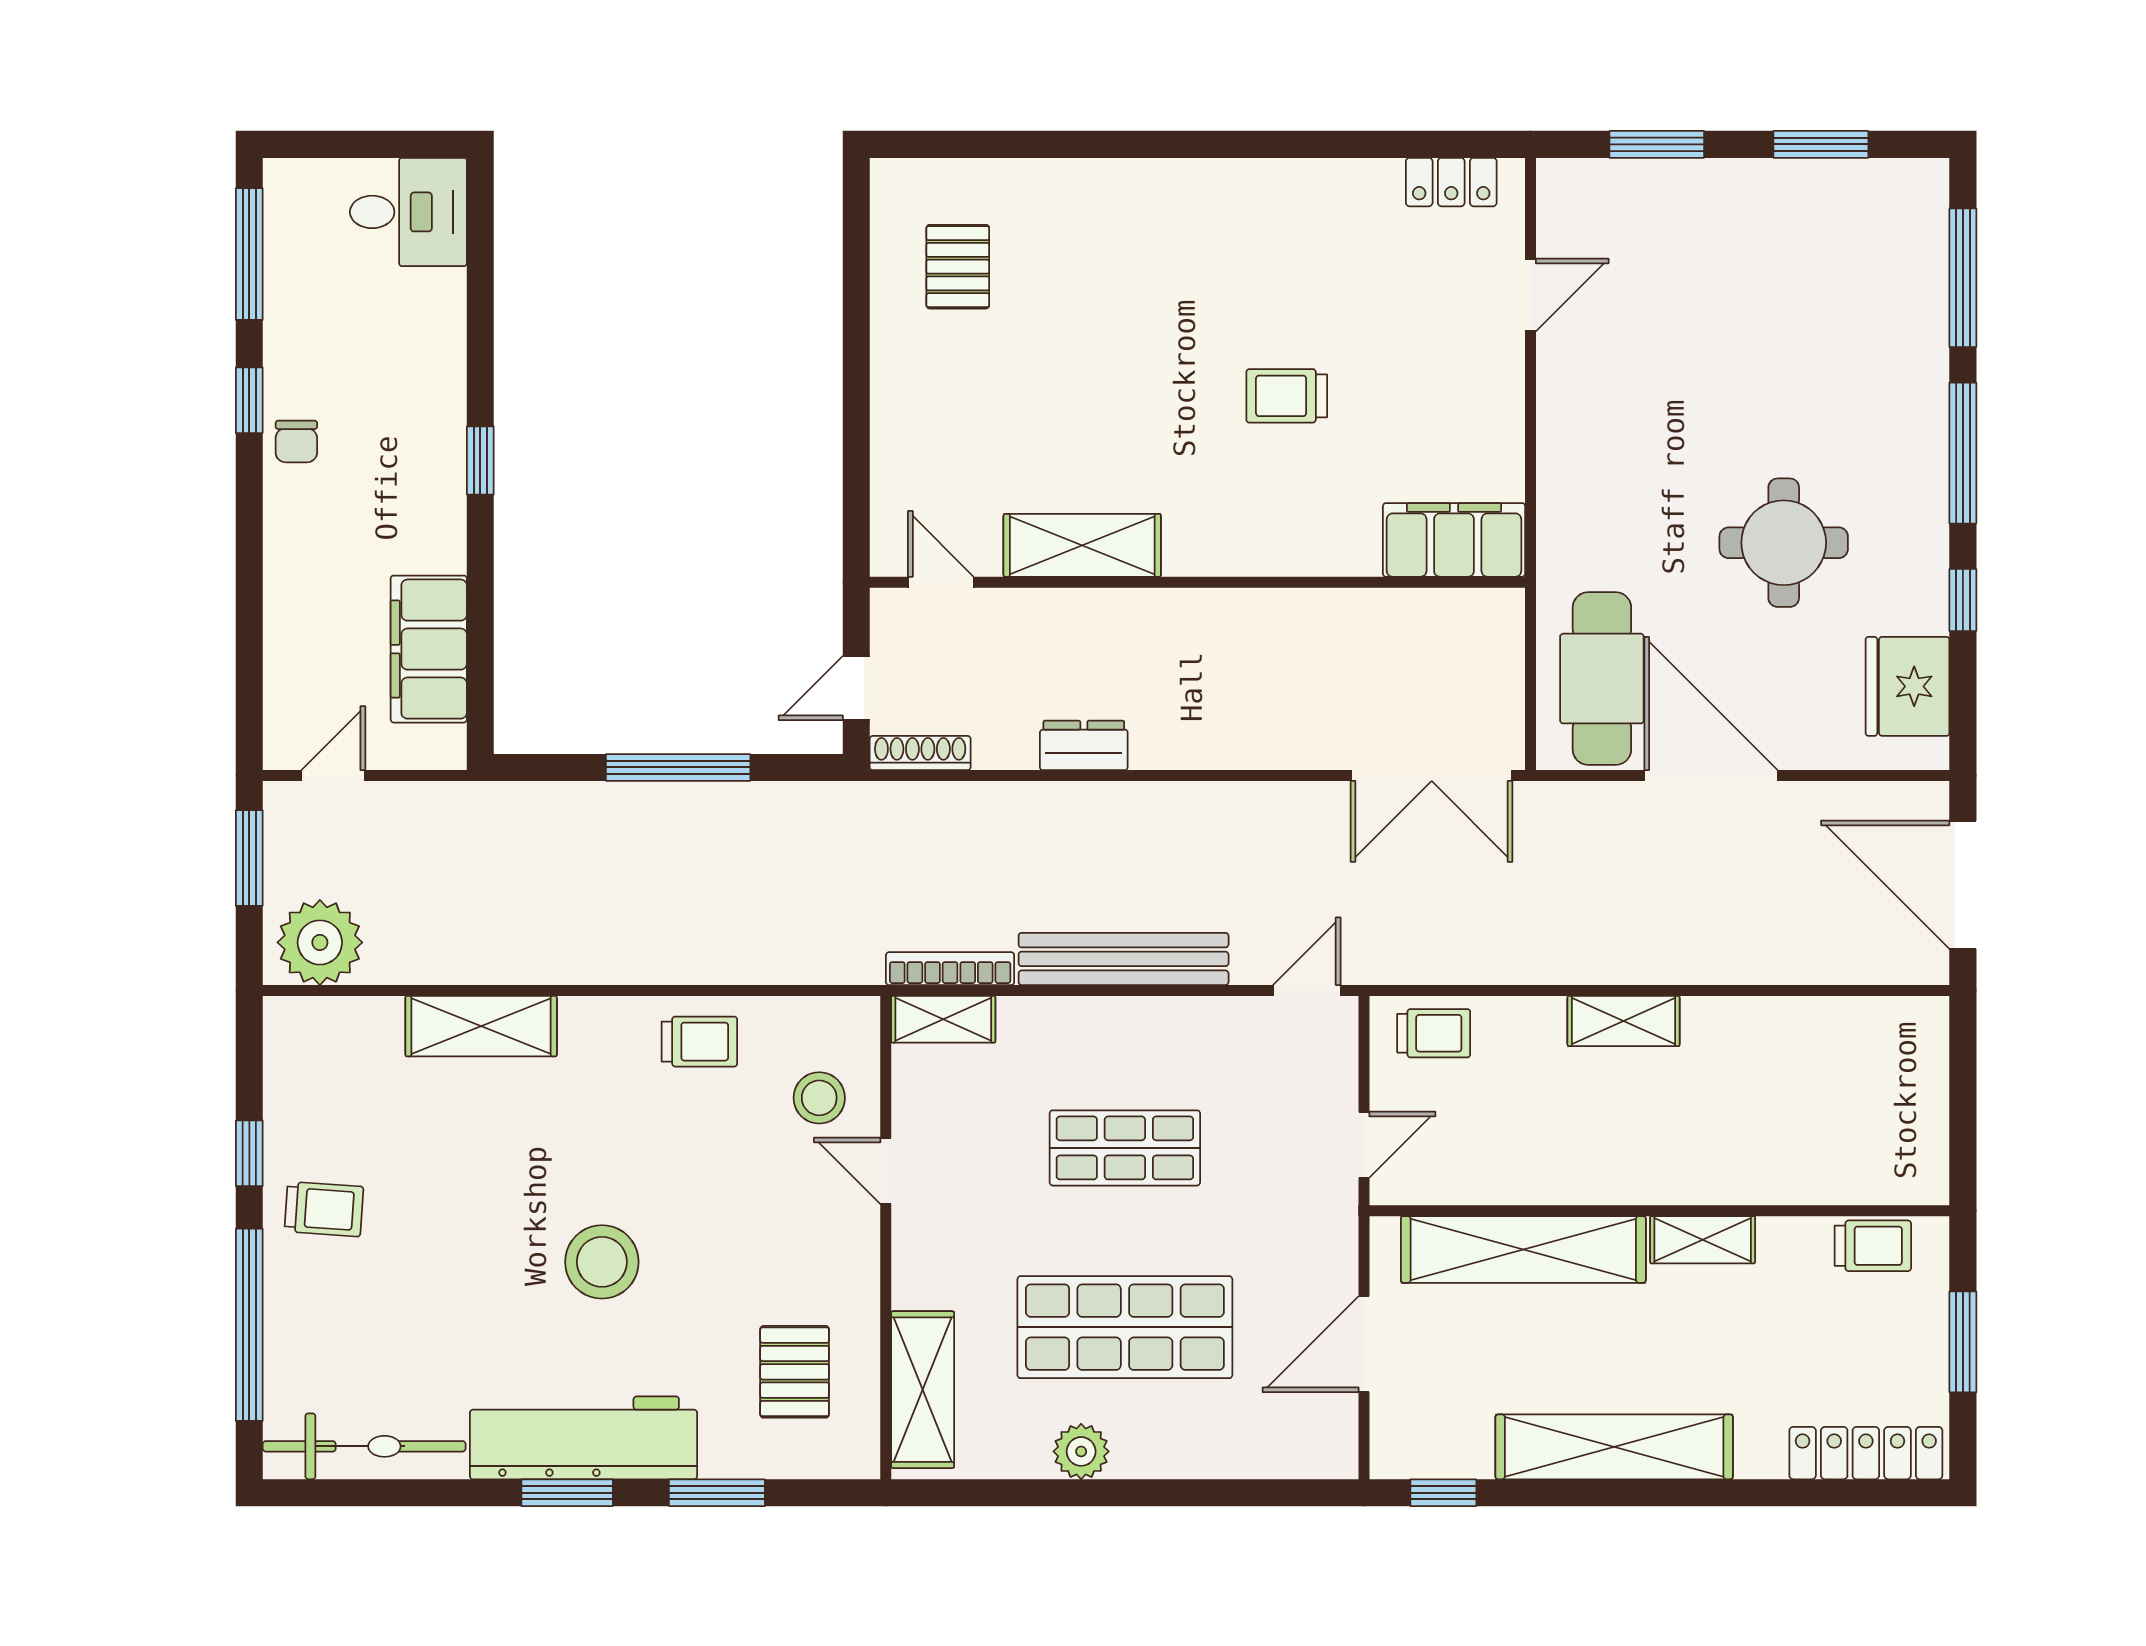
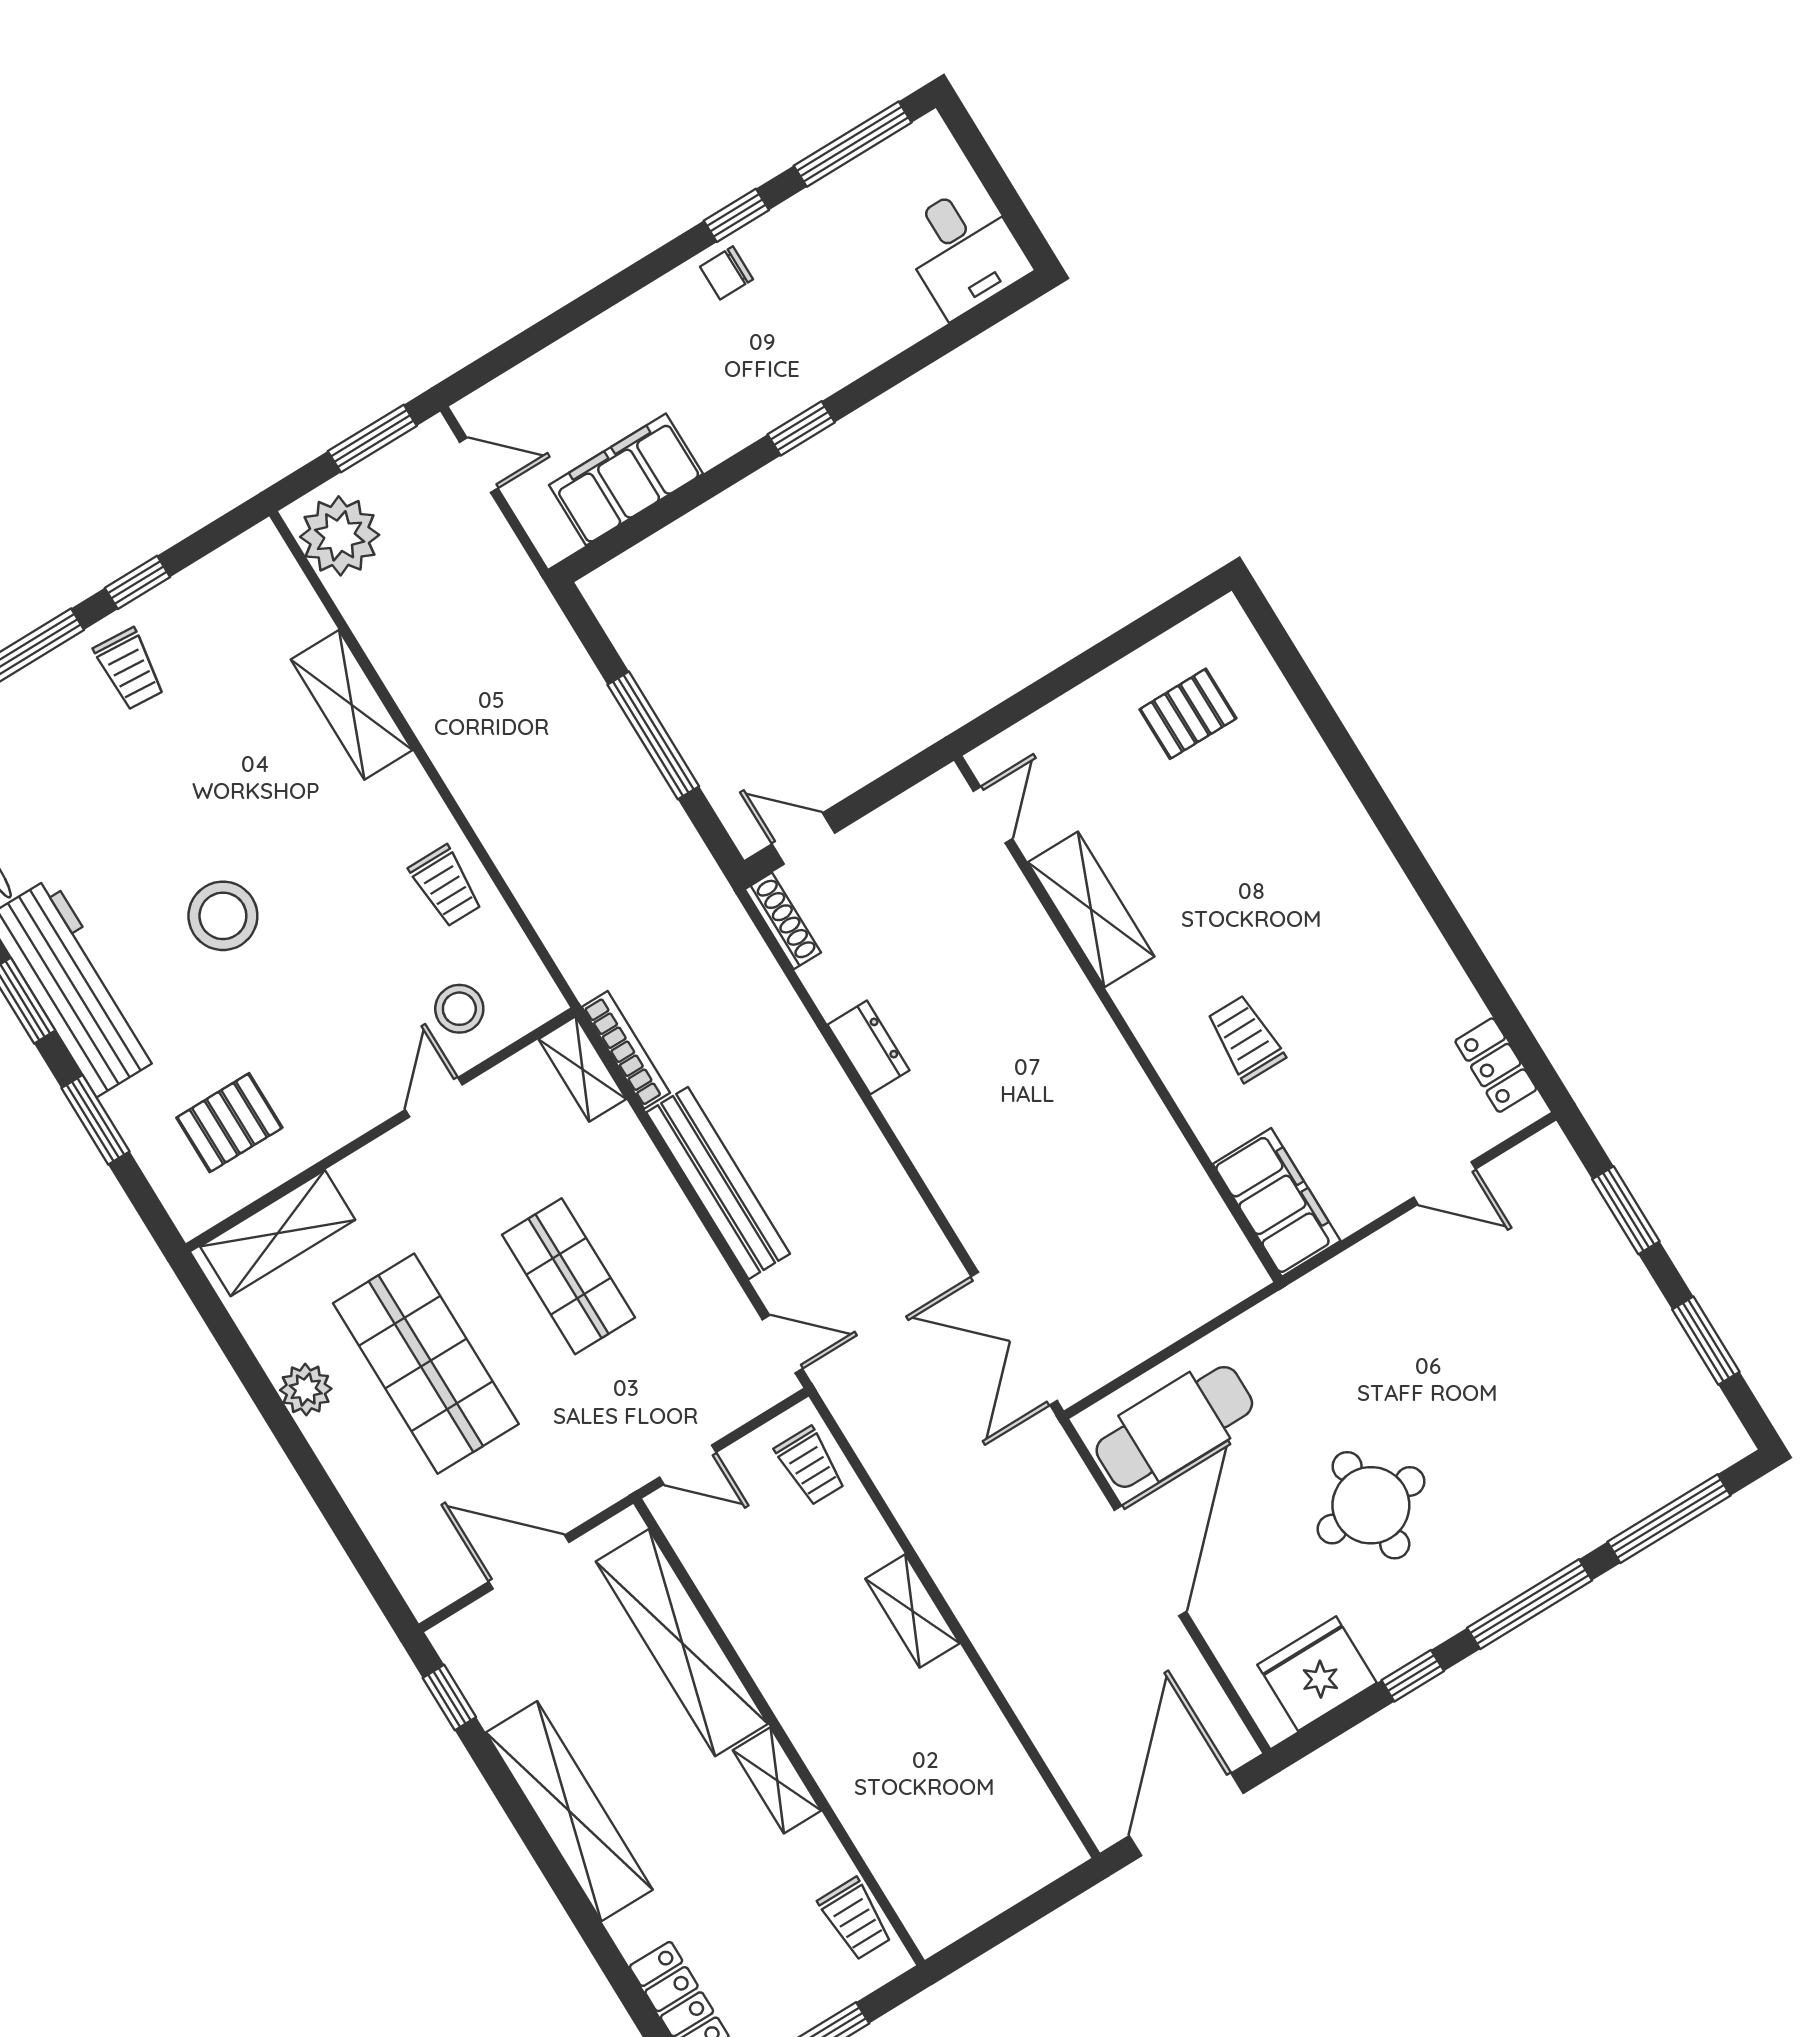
filing cabinet: (1454, 540) -> (1277, 1202), moved
shelving: (1082, 545) -> (1091, 909), moved
door: (941, 582) -> (993, 815), moved
wall: (1197, 582) -> (1118, 1019), moved

